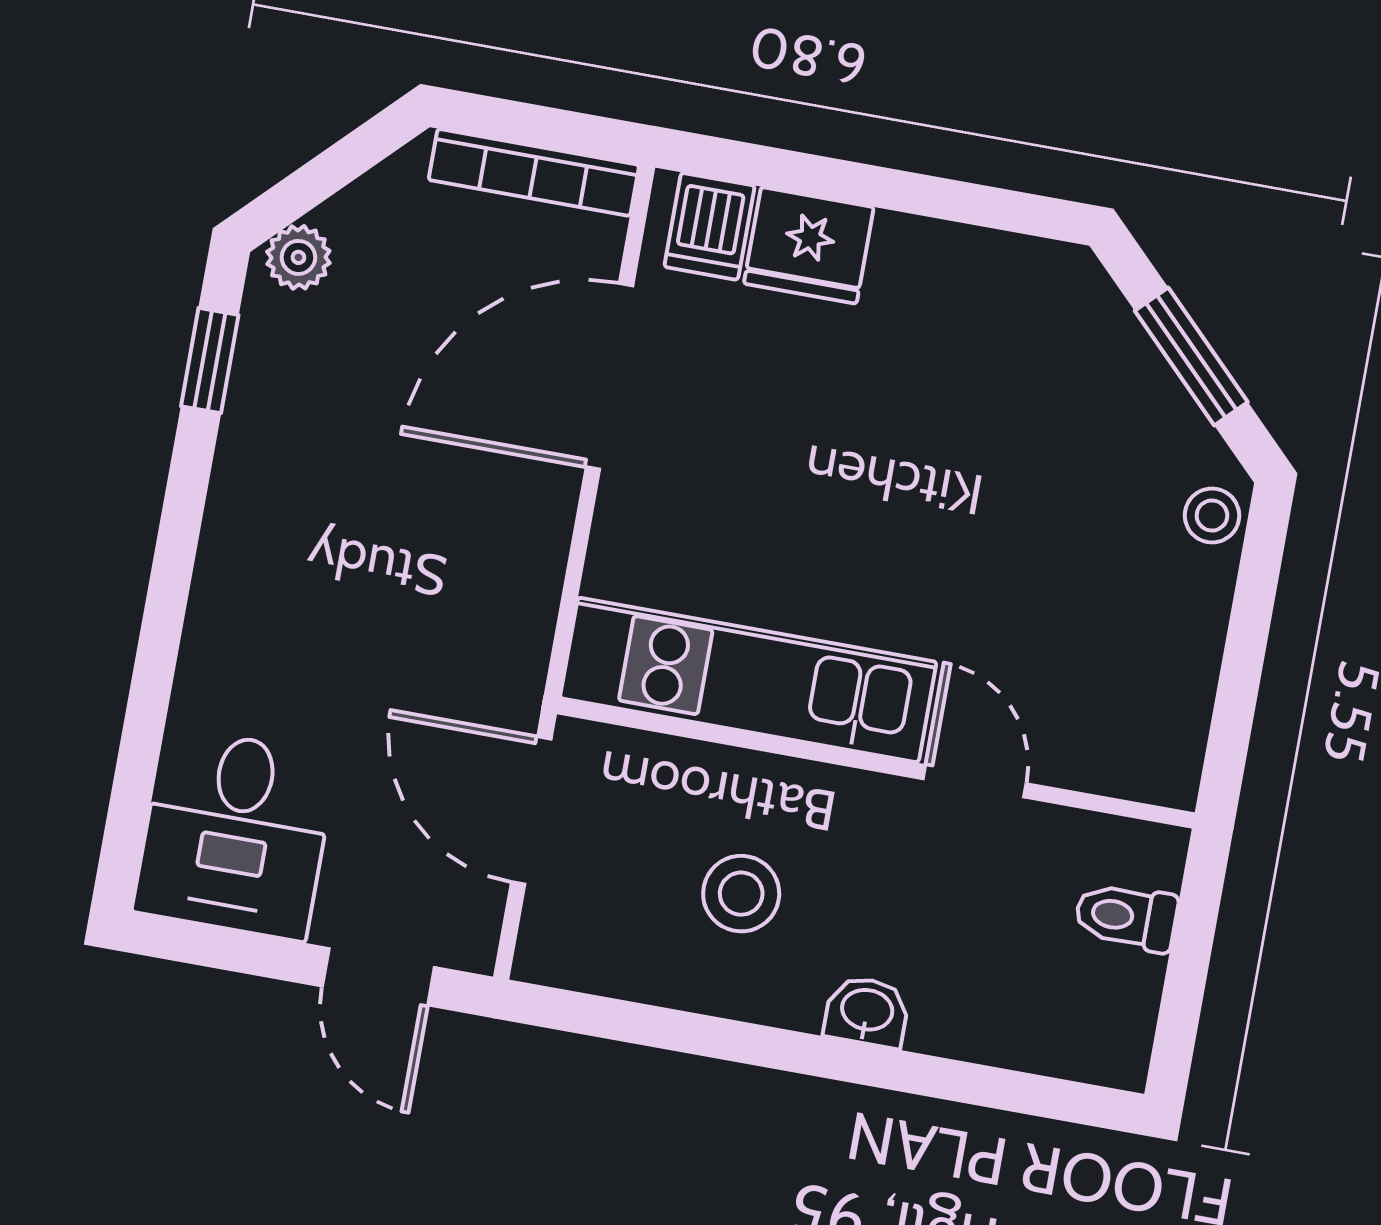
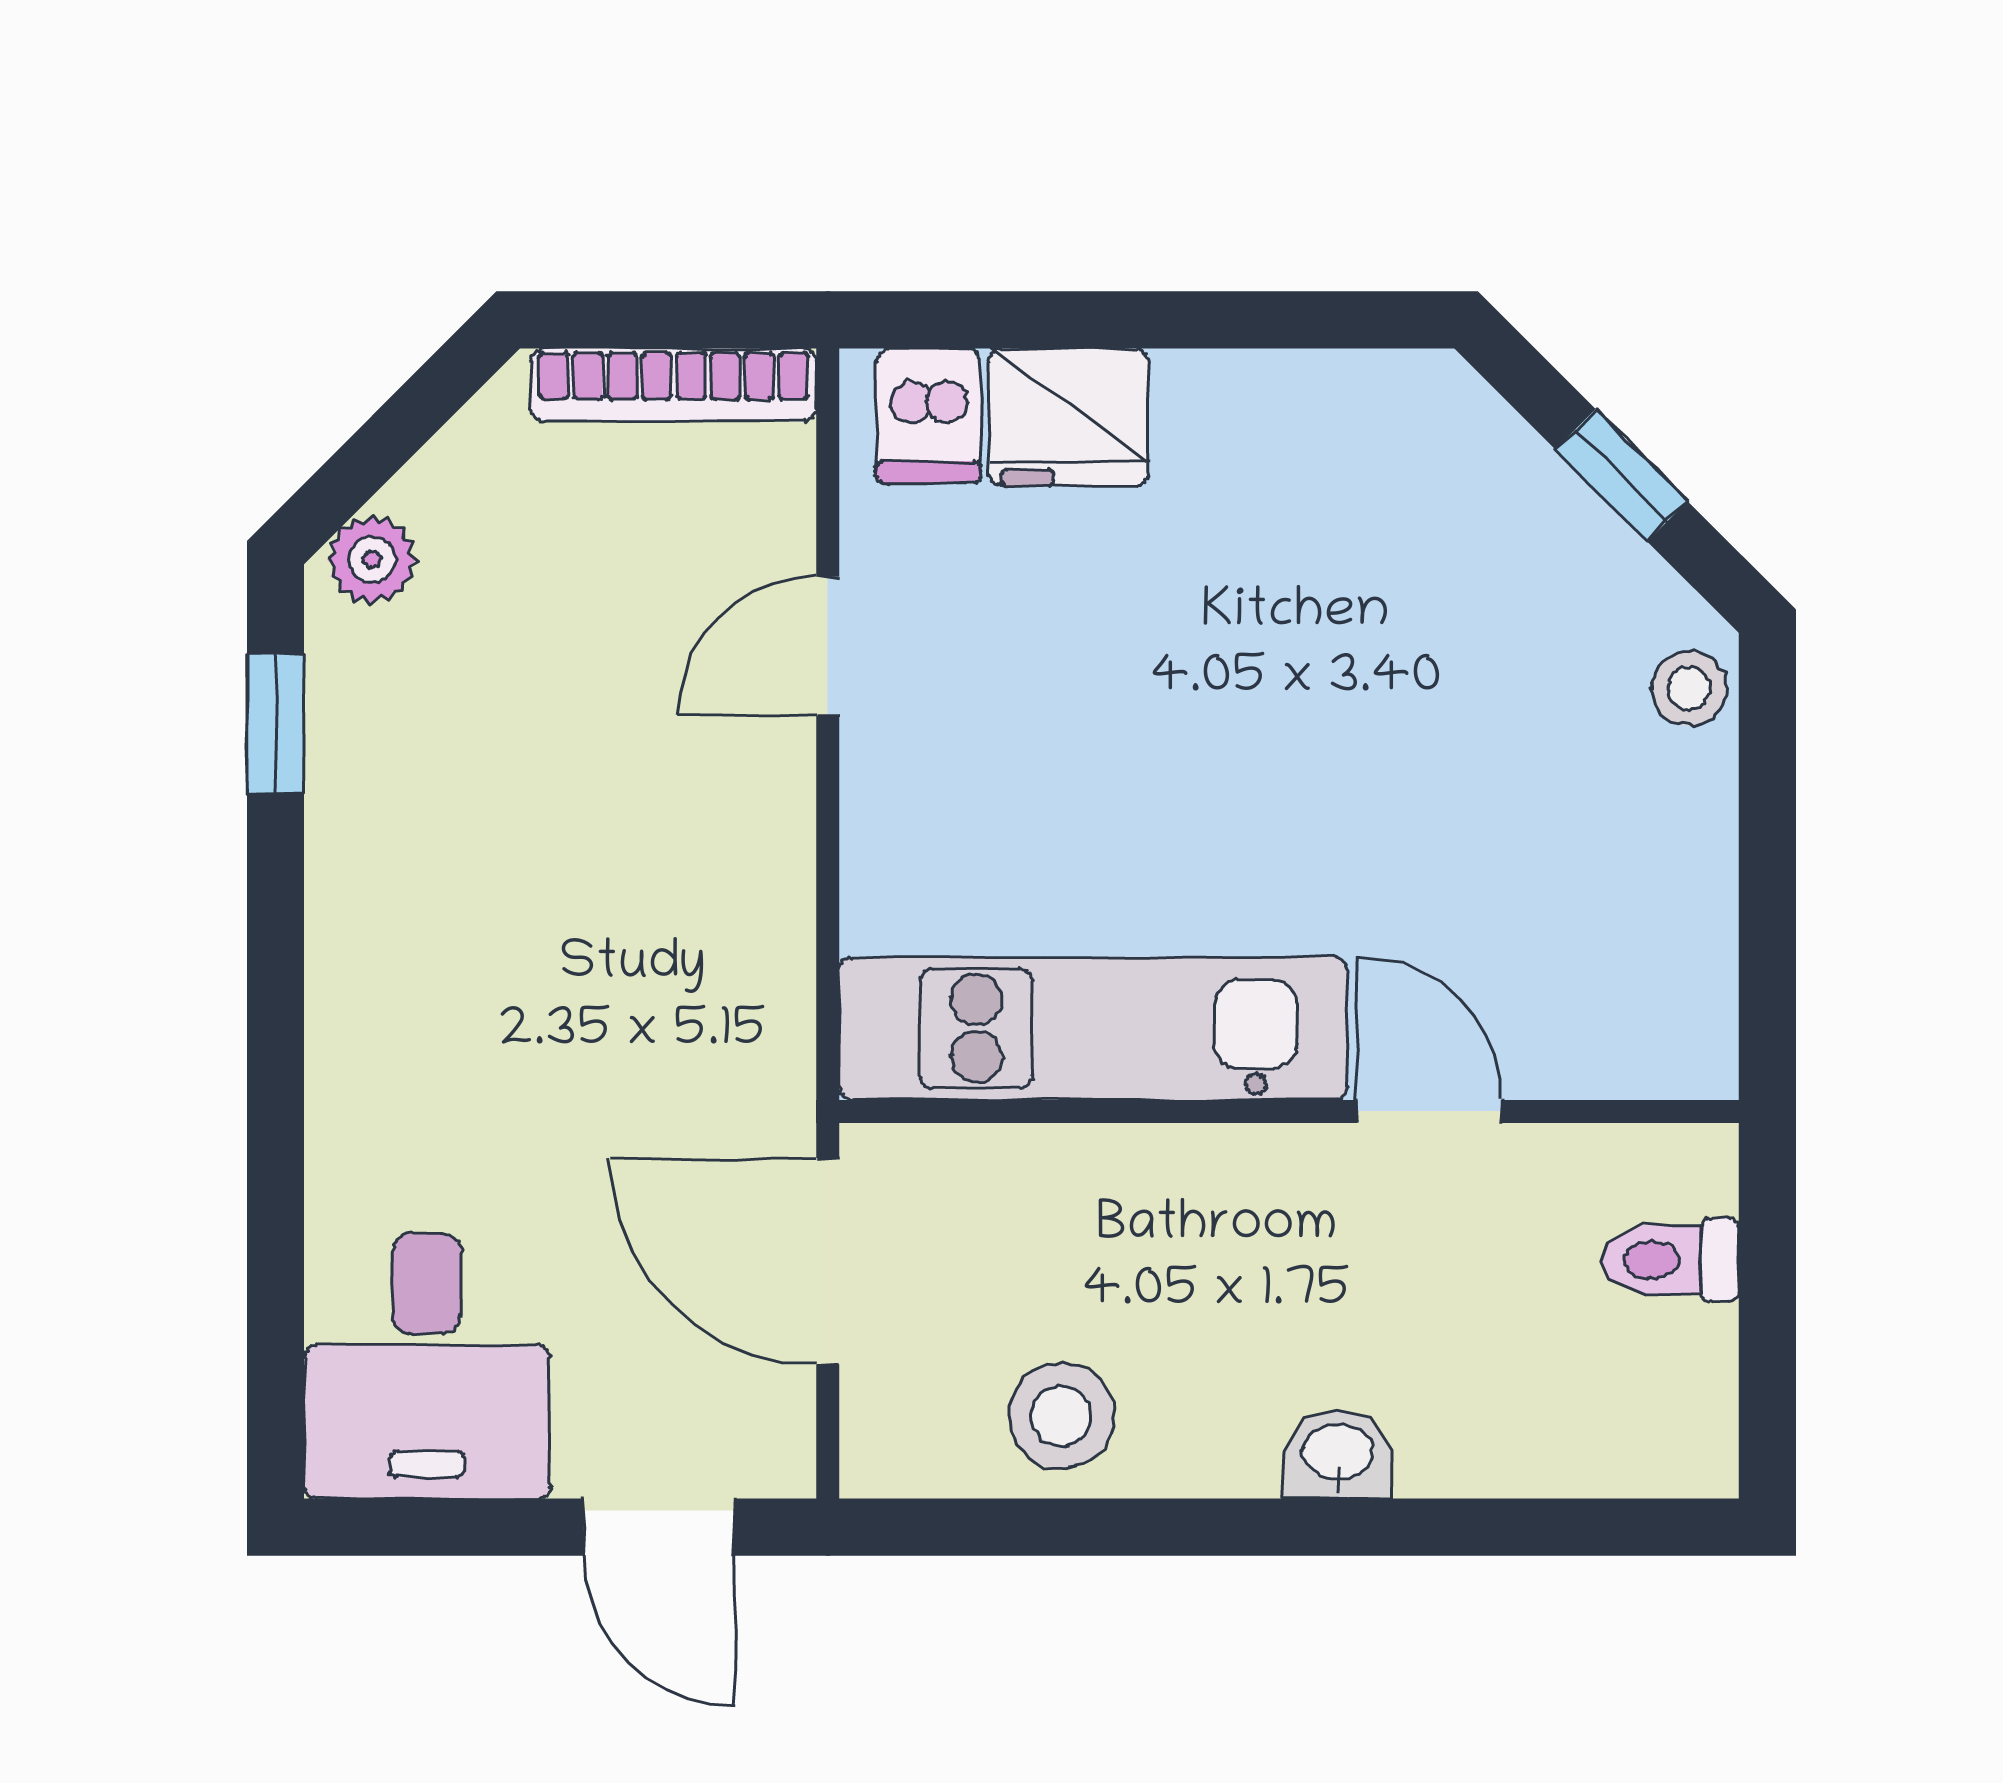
window: (1191, 356) -> (1621, 475), width x0.67
door: (609, 376) -> (828, 646), width x0.53
stool: (741, 894) -> (1061, 1416), moved

